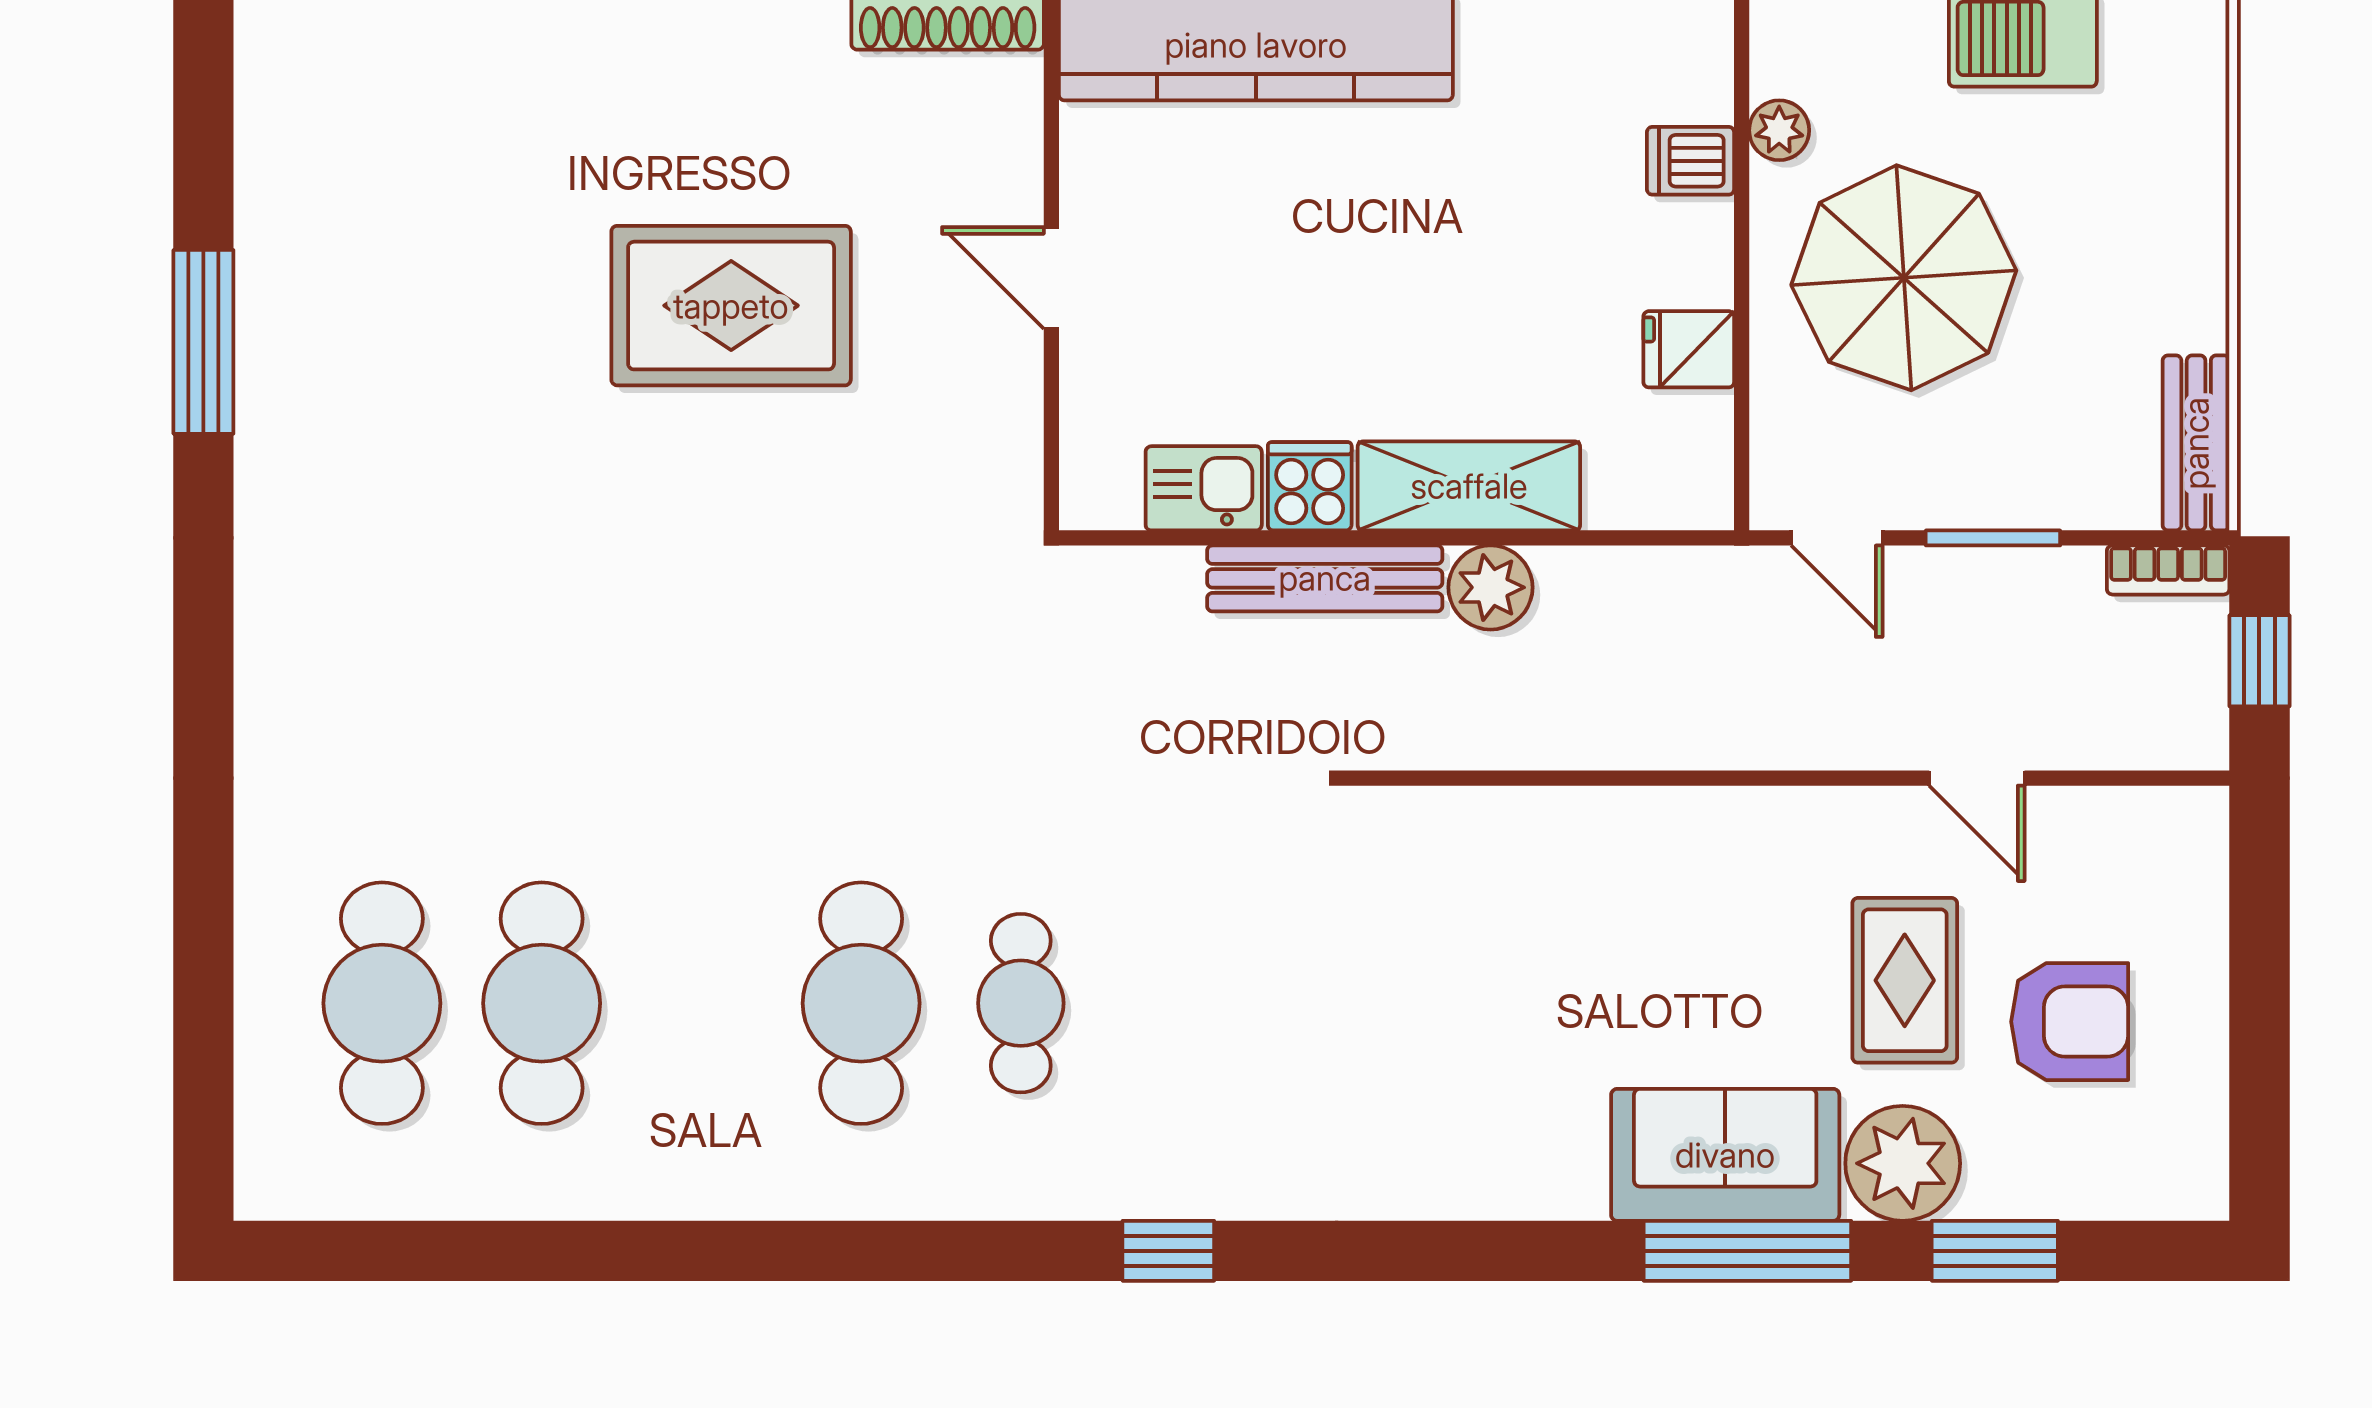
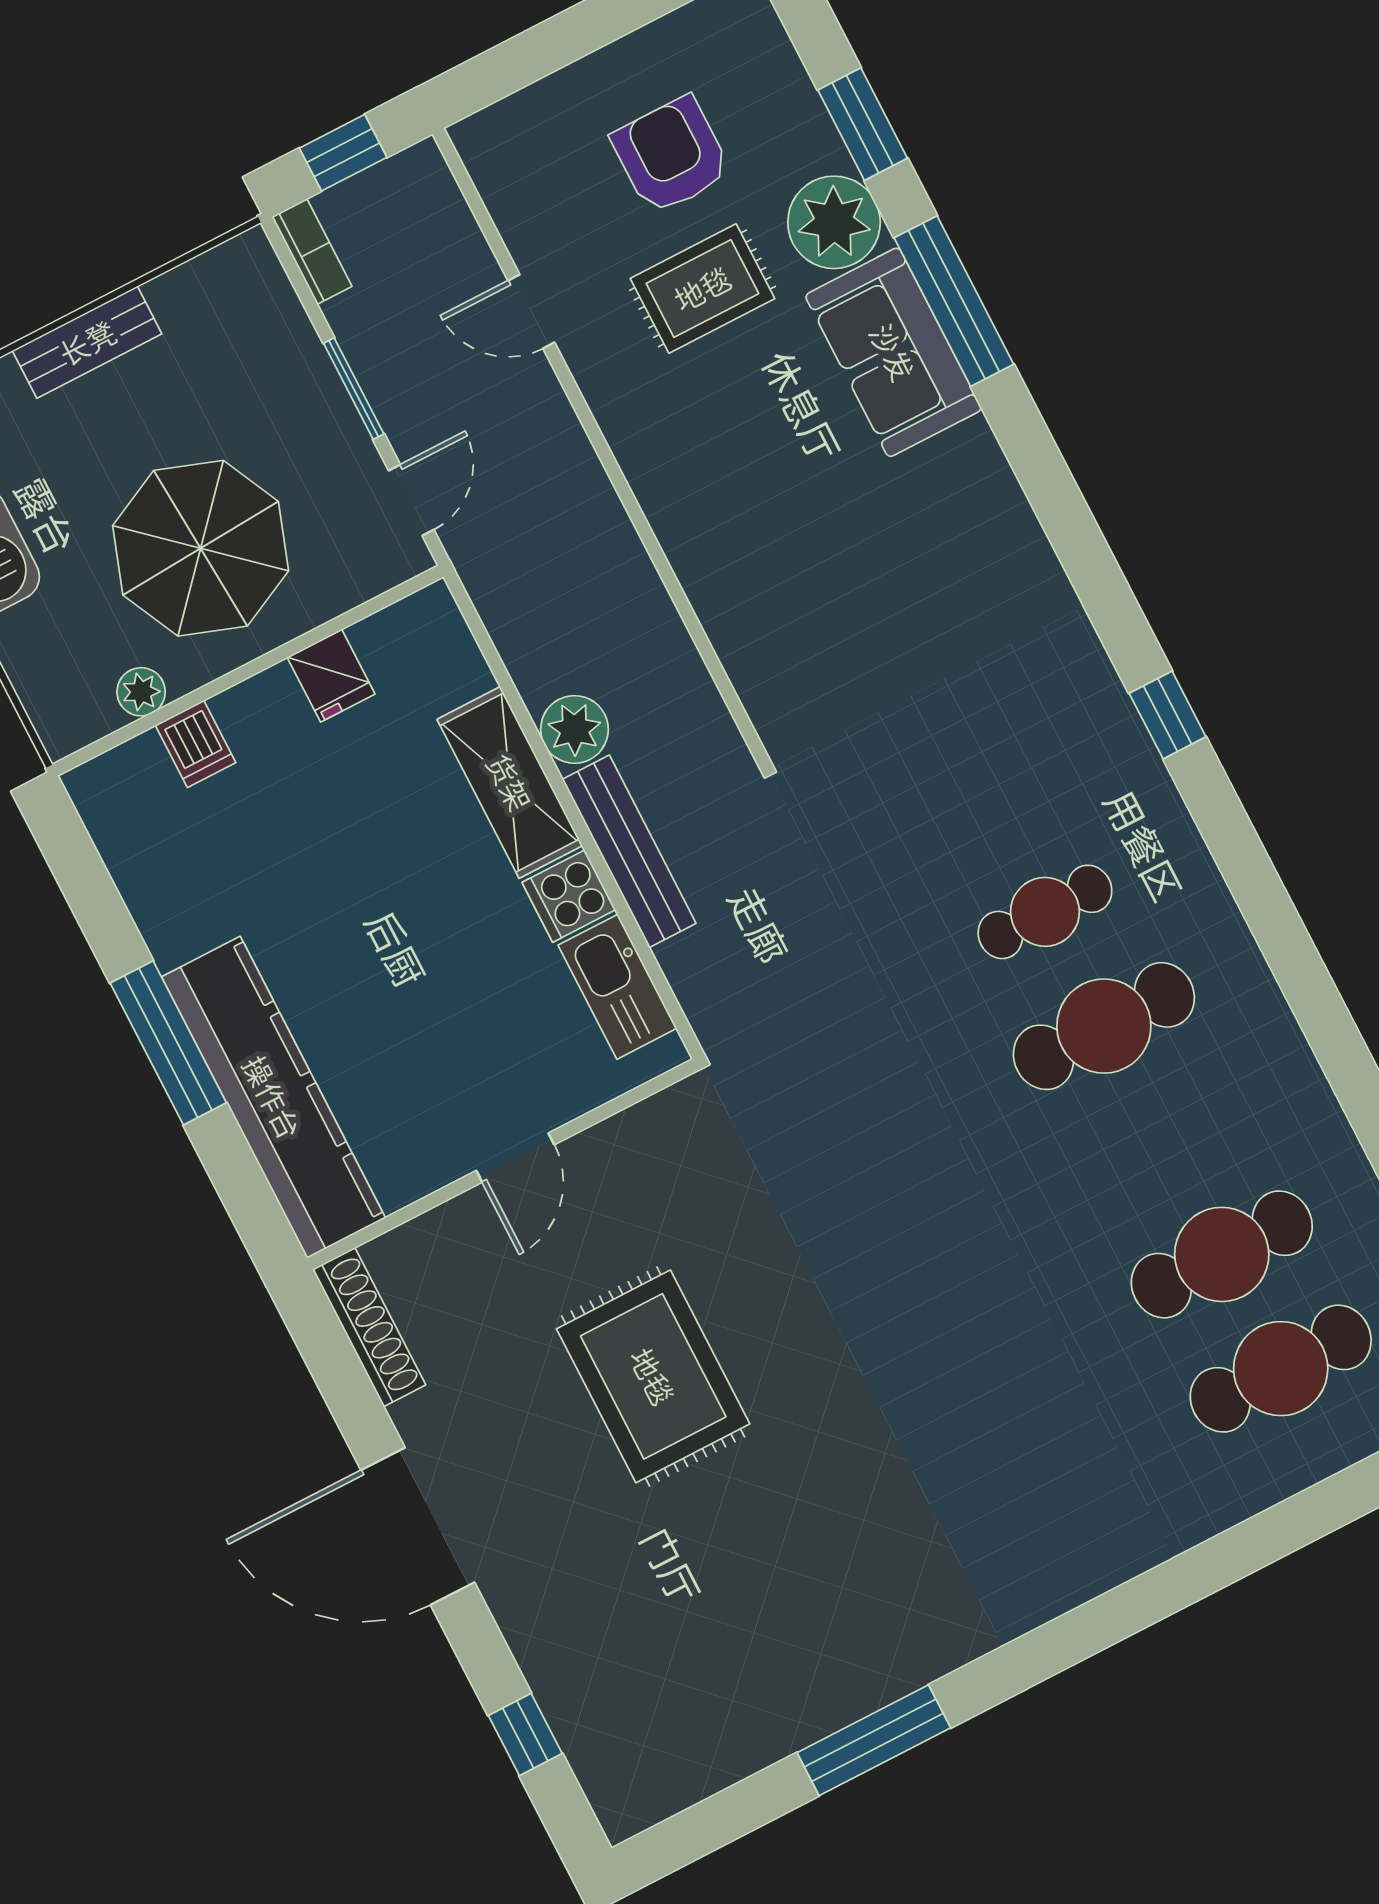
bench: (2196, 443) -> (87, 342), moved
kitchen sink: (1204, 488) -> (617, 987), width x1.38
door: (1977, 778) -> (531, 311), swing flipped

